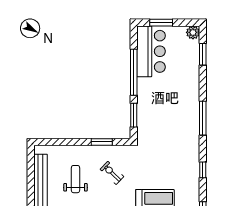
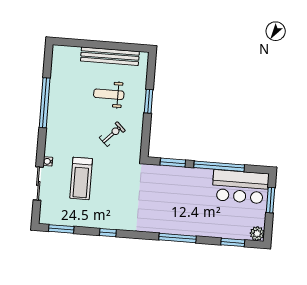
window: (203, 118) -> (178, 238), moved
window: (102, 142) -> (149, 101), moved
weight bench: (75, 179) -> (109, 94), turned 180

